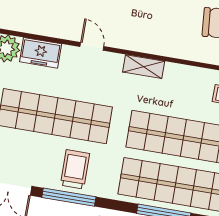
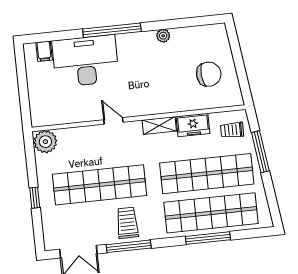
freezer: (41, 53) -> (193, 125), moved

